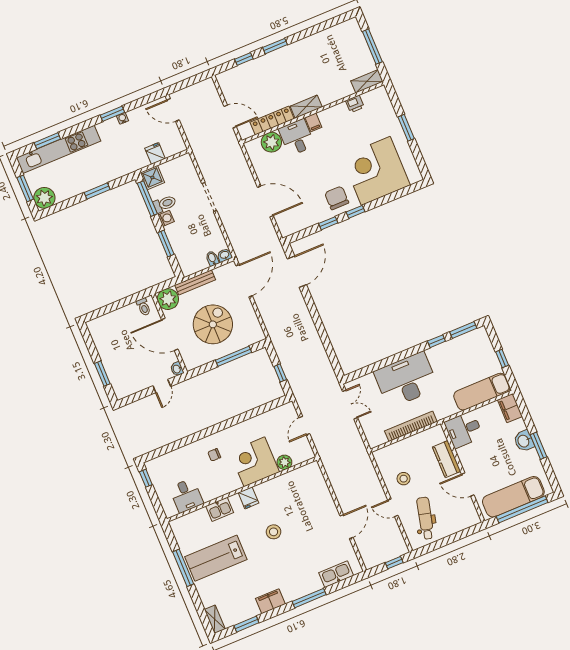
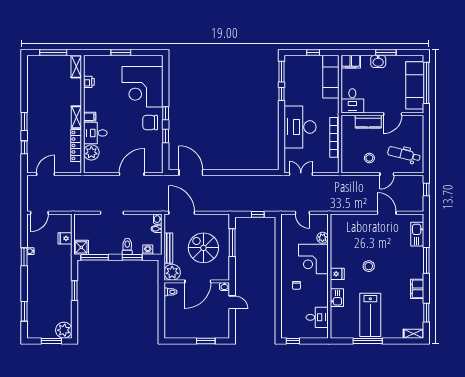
door: (230, 117) -> (45, 174), moved
kitchen unit: (58, 149) -> (34, 306), removed
toilet: (165, 204) -> (127, 246), moved
washing machine: (166, 218) -> (148, 250), moved

